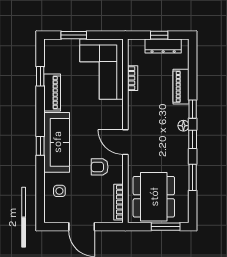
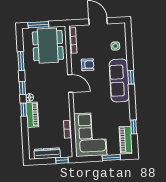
window: (159, 35) -> (62, 160), moved
piano: (181, 87) -> (32, 115), moved
piano: (52, 92) -> (126, 140), moved

